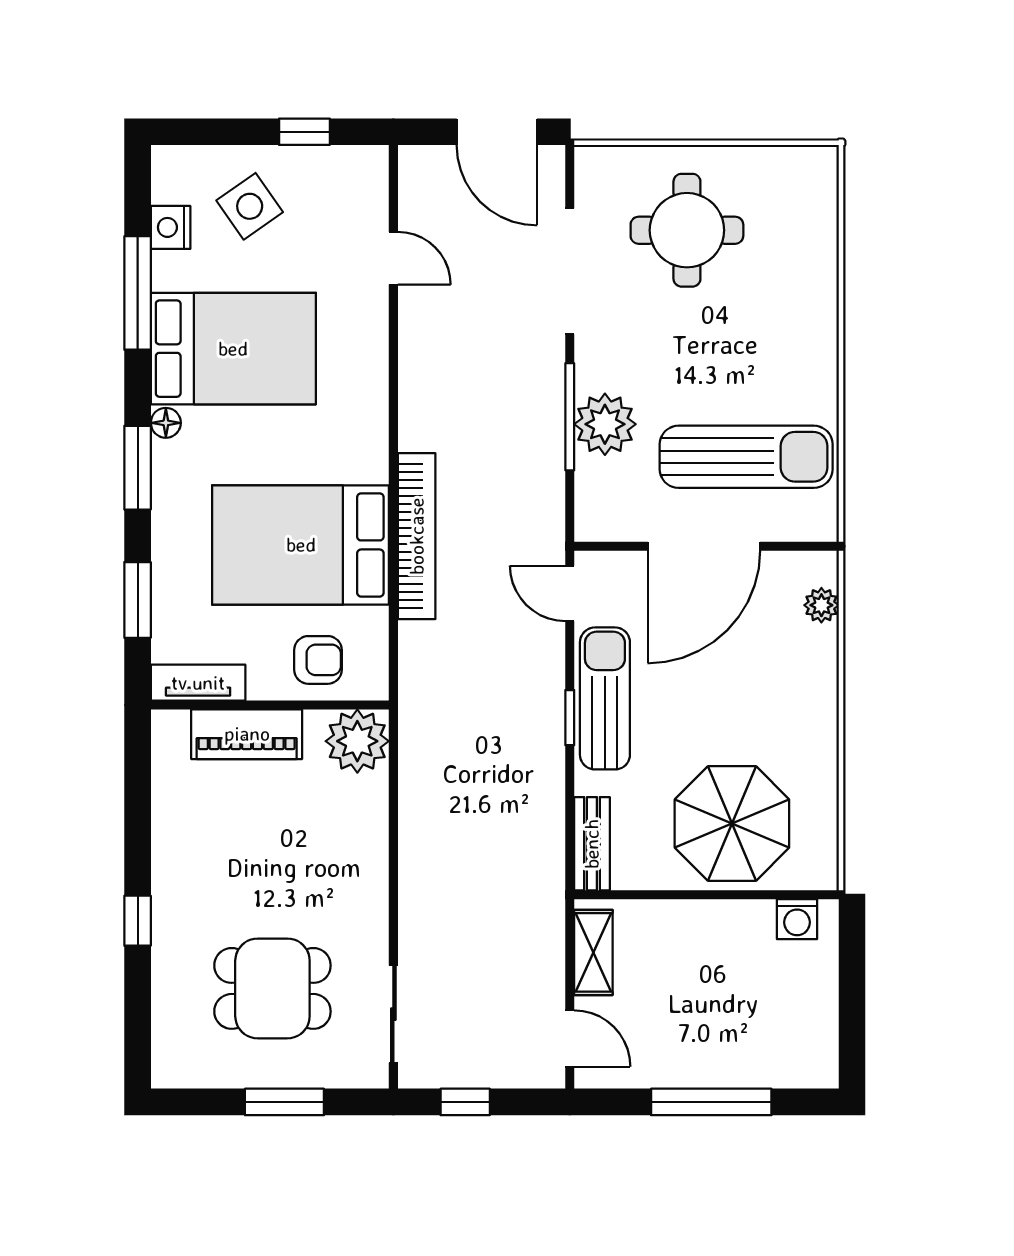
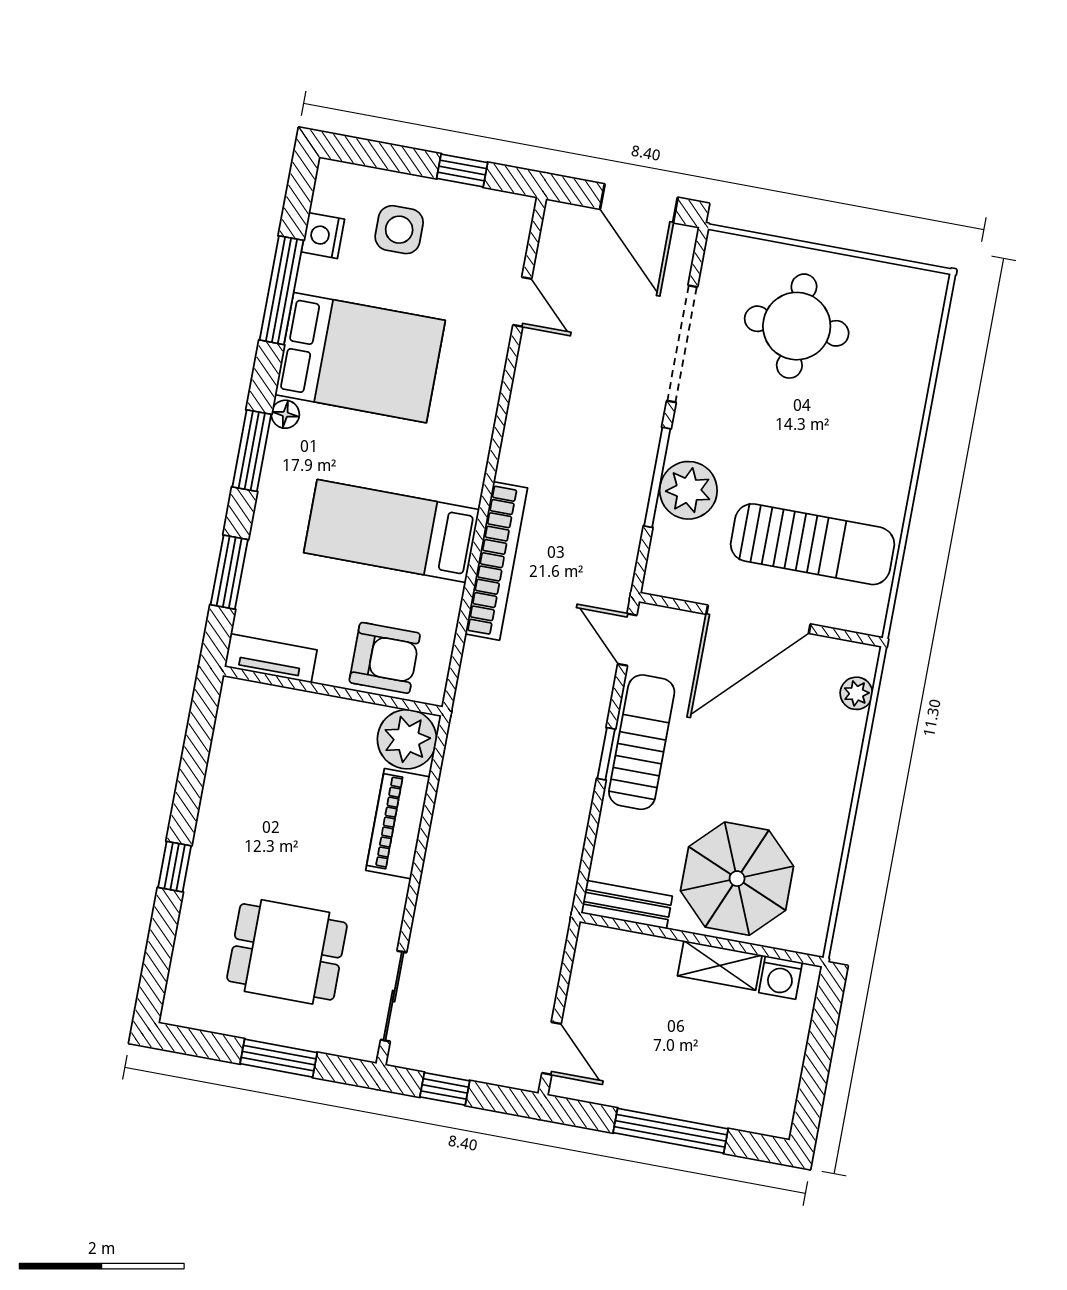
side table: (250, 206) -> (399, 230), turned 35
bed: (301, 545) -> (392, 531), width x0.67
armchair: (318, 660) -> (385, 658), width x1.38, depth x1.38
piano: (247, 734) -> (398, 824), moved, turned 90
bench: (592, 844) -> (627, 905), moved, turned 90
shelving: (593, 952) -> (720, 965), moved, turned 90

